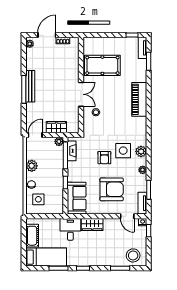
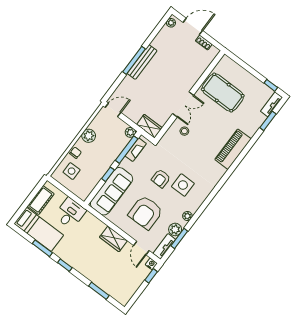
wardrobe: (56, 127) -> (149, 126), moved
plant: (141, 151) -> (175, 229), moved
armchair: (112, 189) -> (146, 213), turned 89
sofa: (77, 198) -> (112, 191), width x1.36
wardrobe: (92, 225) -> (113, 239), moved
desk: (70, 229) -> (70, 213), moved
stool: (133, 255) -> (120, 288), removed

